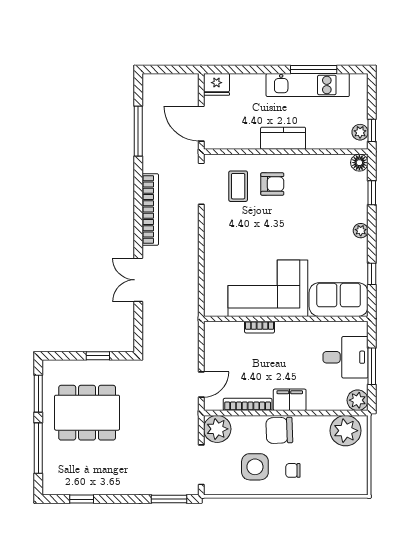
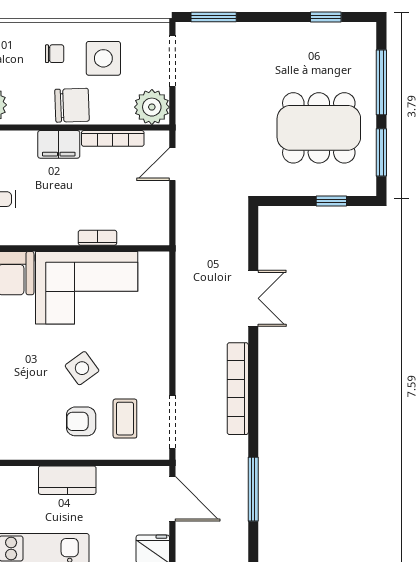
side table: (272, 225) -> (82, 368), added
window: (98, 356) -> (331, 201), moved

